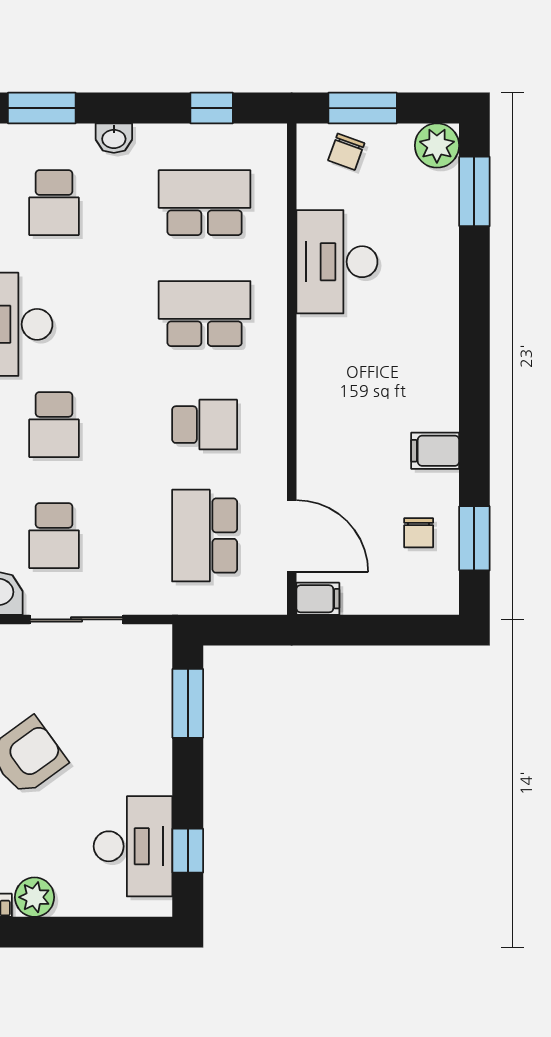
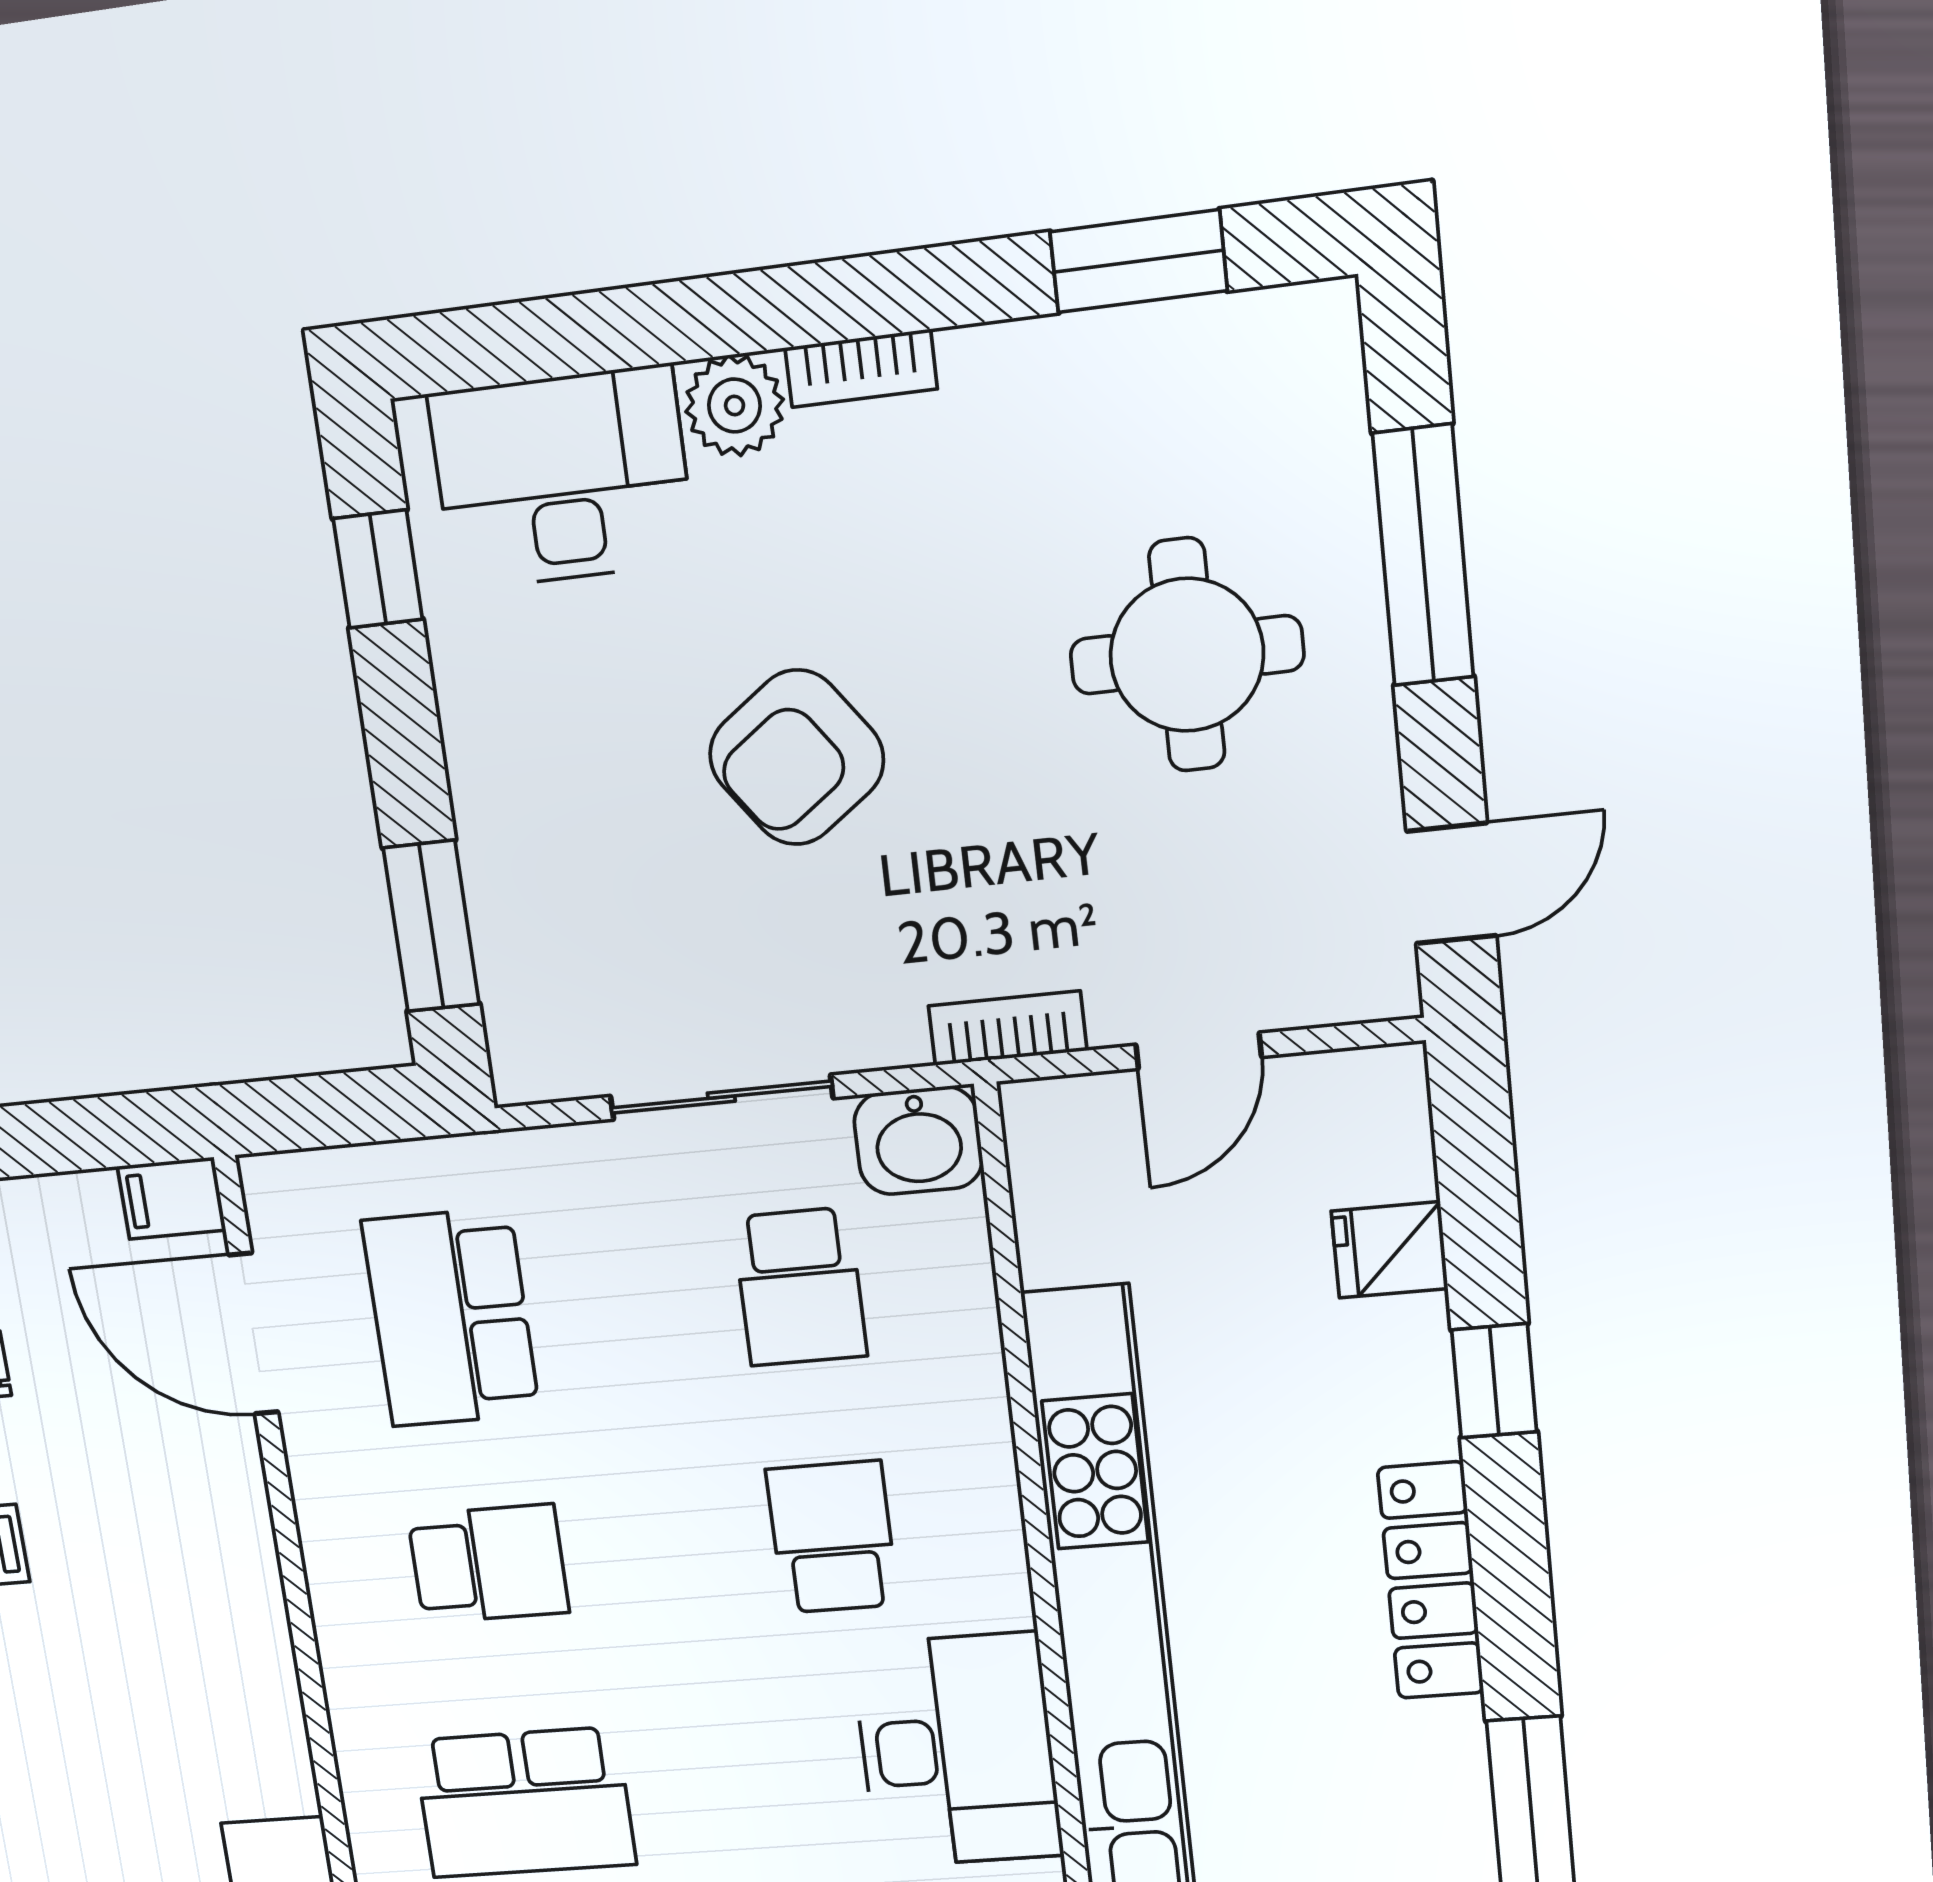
school desk: (205, 425) -> (488, 1564), turned 180
school desk: (54, 536) -> (800, 1287), turned 180
school desk: (205, 536) -> (451, 1318), turned 180
desk: (133, 846) -> (562, 478), moved, turned 90

